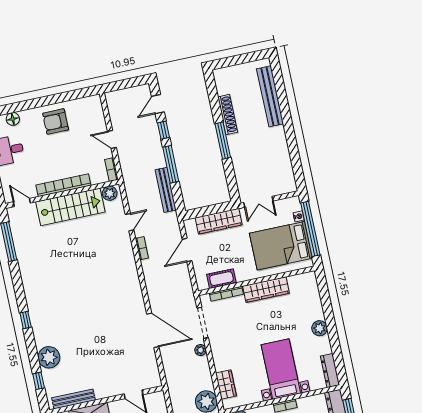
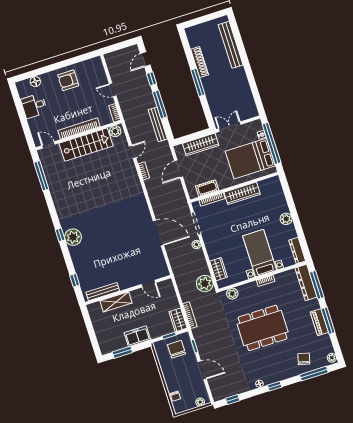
double door: (258, 202) -> (230, 127), swing flipped
plant: (49, 357) -> (73, 237), moved

